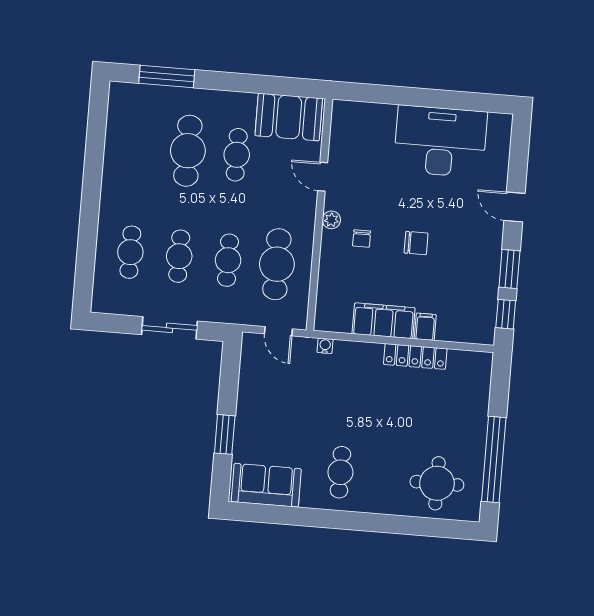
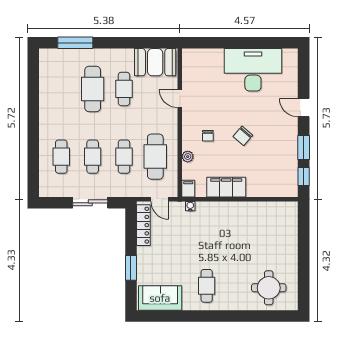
plant: (331, 220) -> (188, 157), moved
chair: (416, 243) -> (243, 136), turned 131
filing cabinet: (425, 327) -> (188, 189), moved
locker: (415, 356) -> (143, 225), moved, turned -90
window: (494, 459) -> (304, 270), removed

